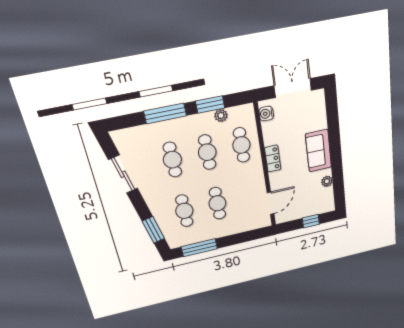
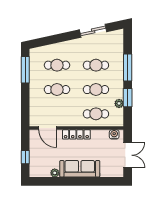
sofa: (319, 151) -> (80, 169), width x1.36
locker: (273, 159) -> (76, 134), width x1.53
window: (153, 230) -> (48, 41), removed

